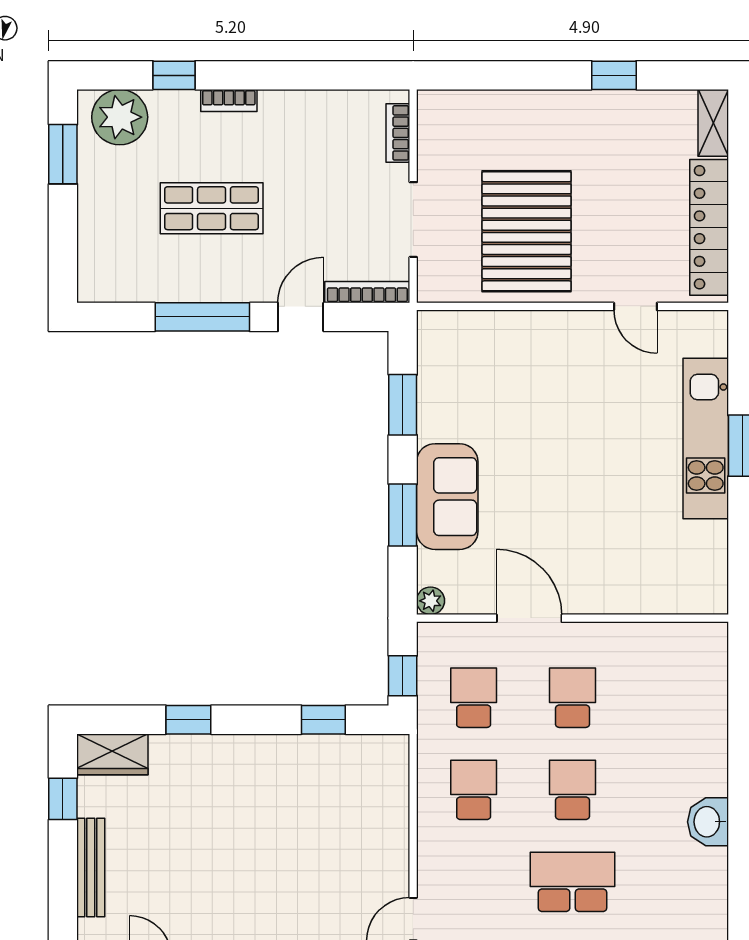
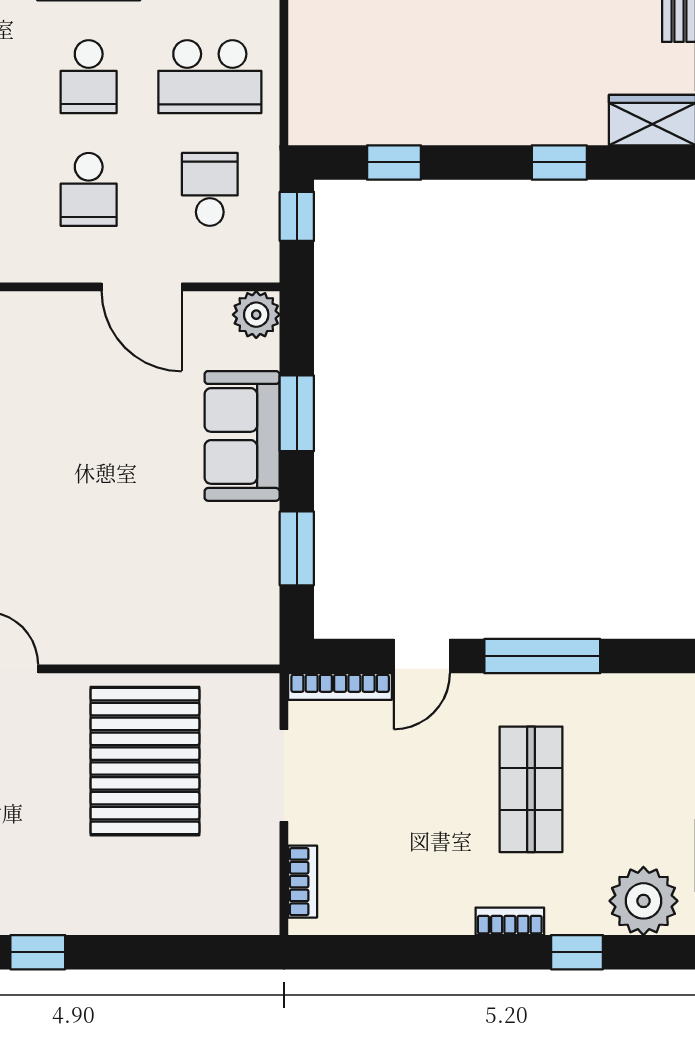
shop shelf: (212, 208) -> (531, 789), turned 90
plant: (431, 601) -> (256, 315), width x1.38, depth x1.38
school desk: (474, 698) -> (210, 189), turned 180
school desk: (474, 790) -> (210, 77), width x1.85

